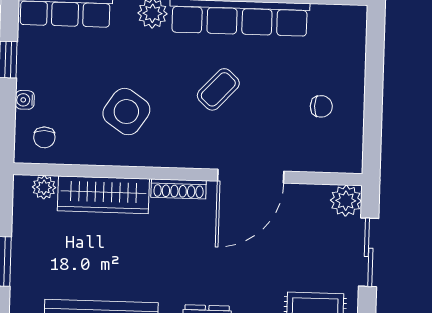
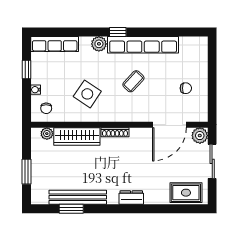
door: (251, 176) -> (169, 125), moved

